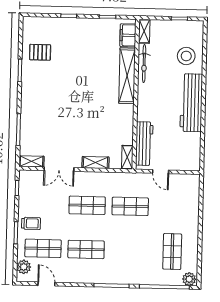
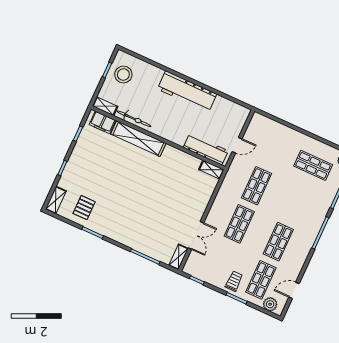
stool: (186, 56) -> (123, 75), moved
shelving: (95, 163) -> (56, 200), moved

